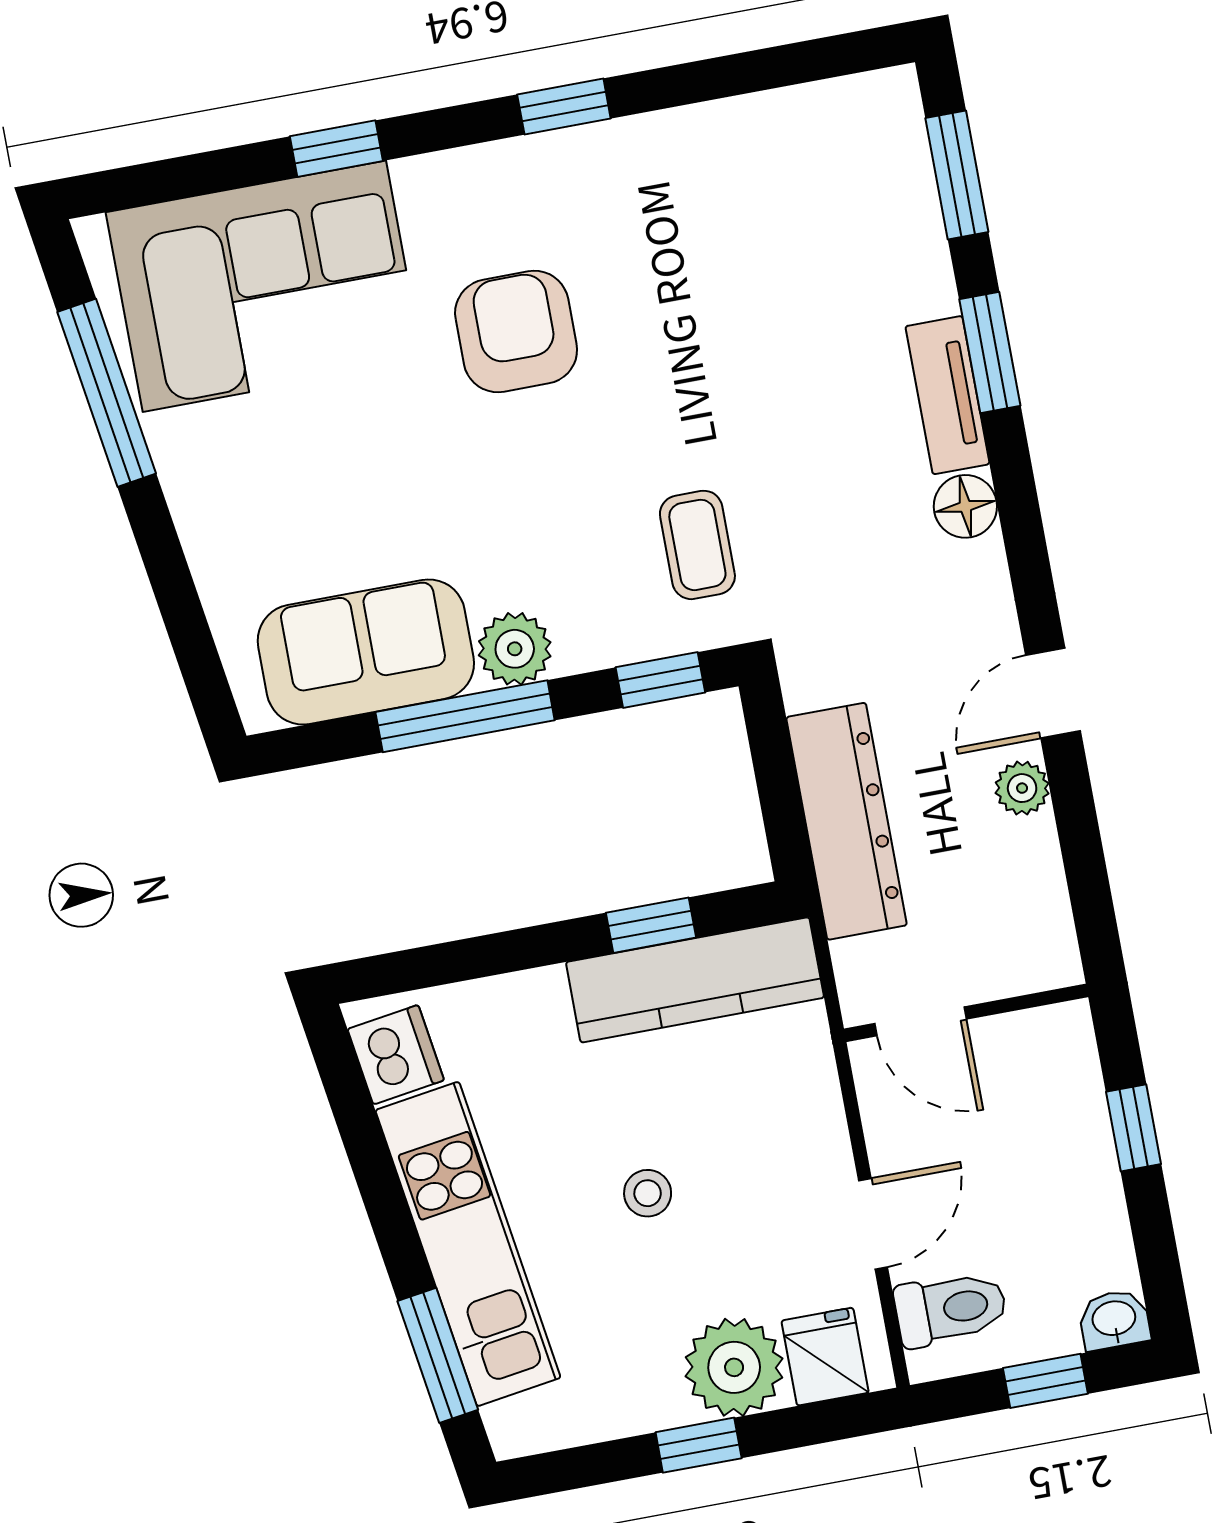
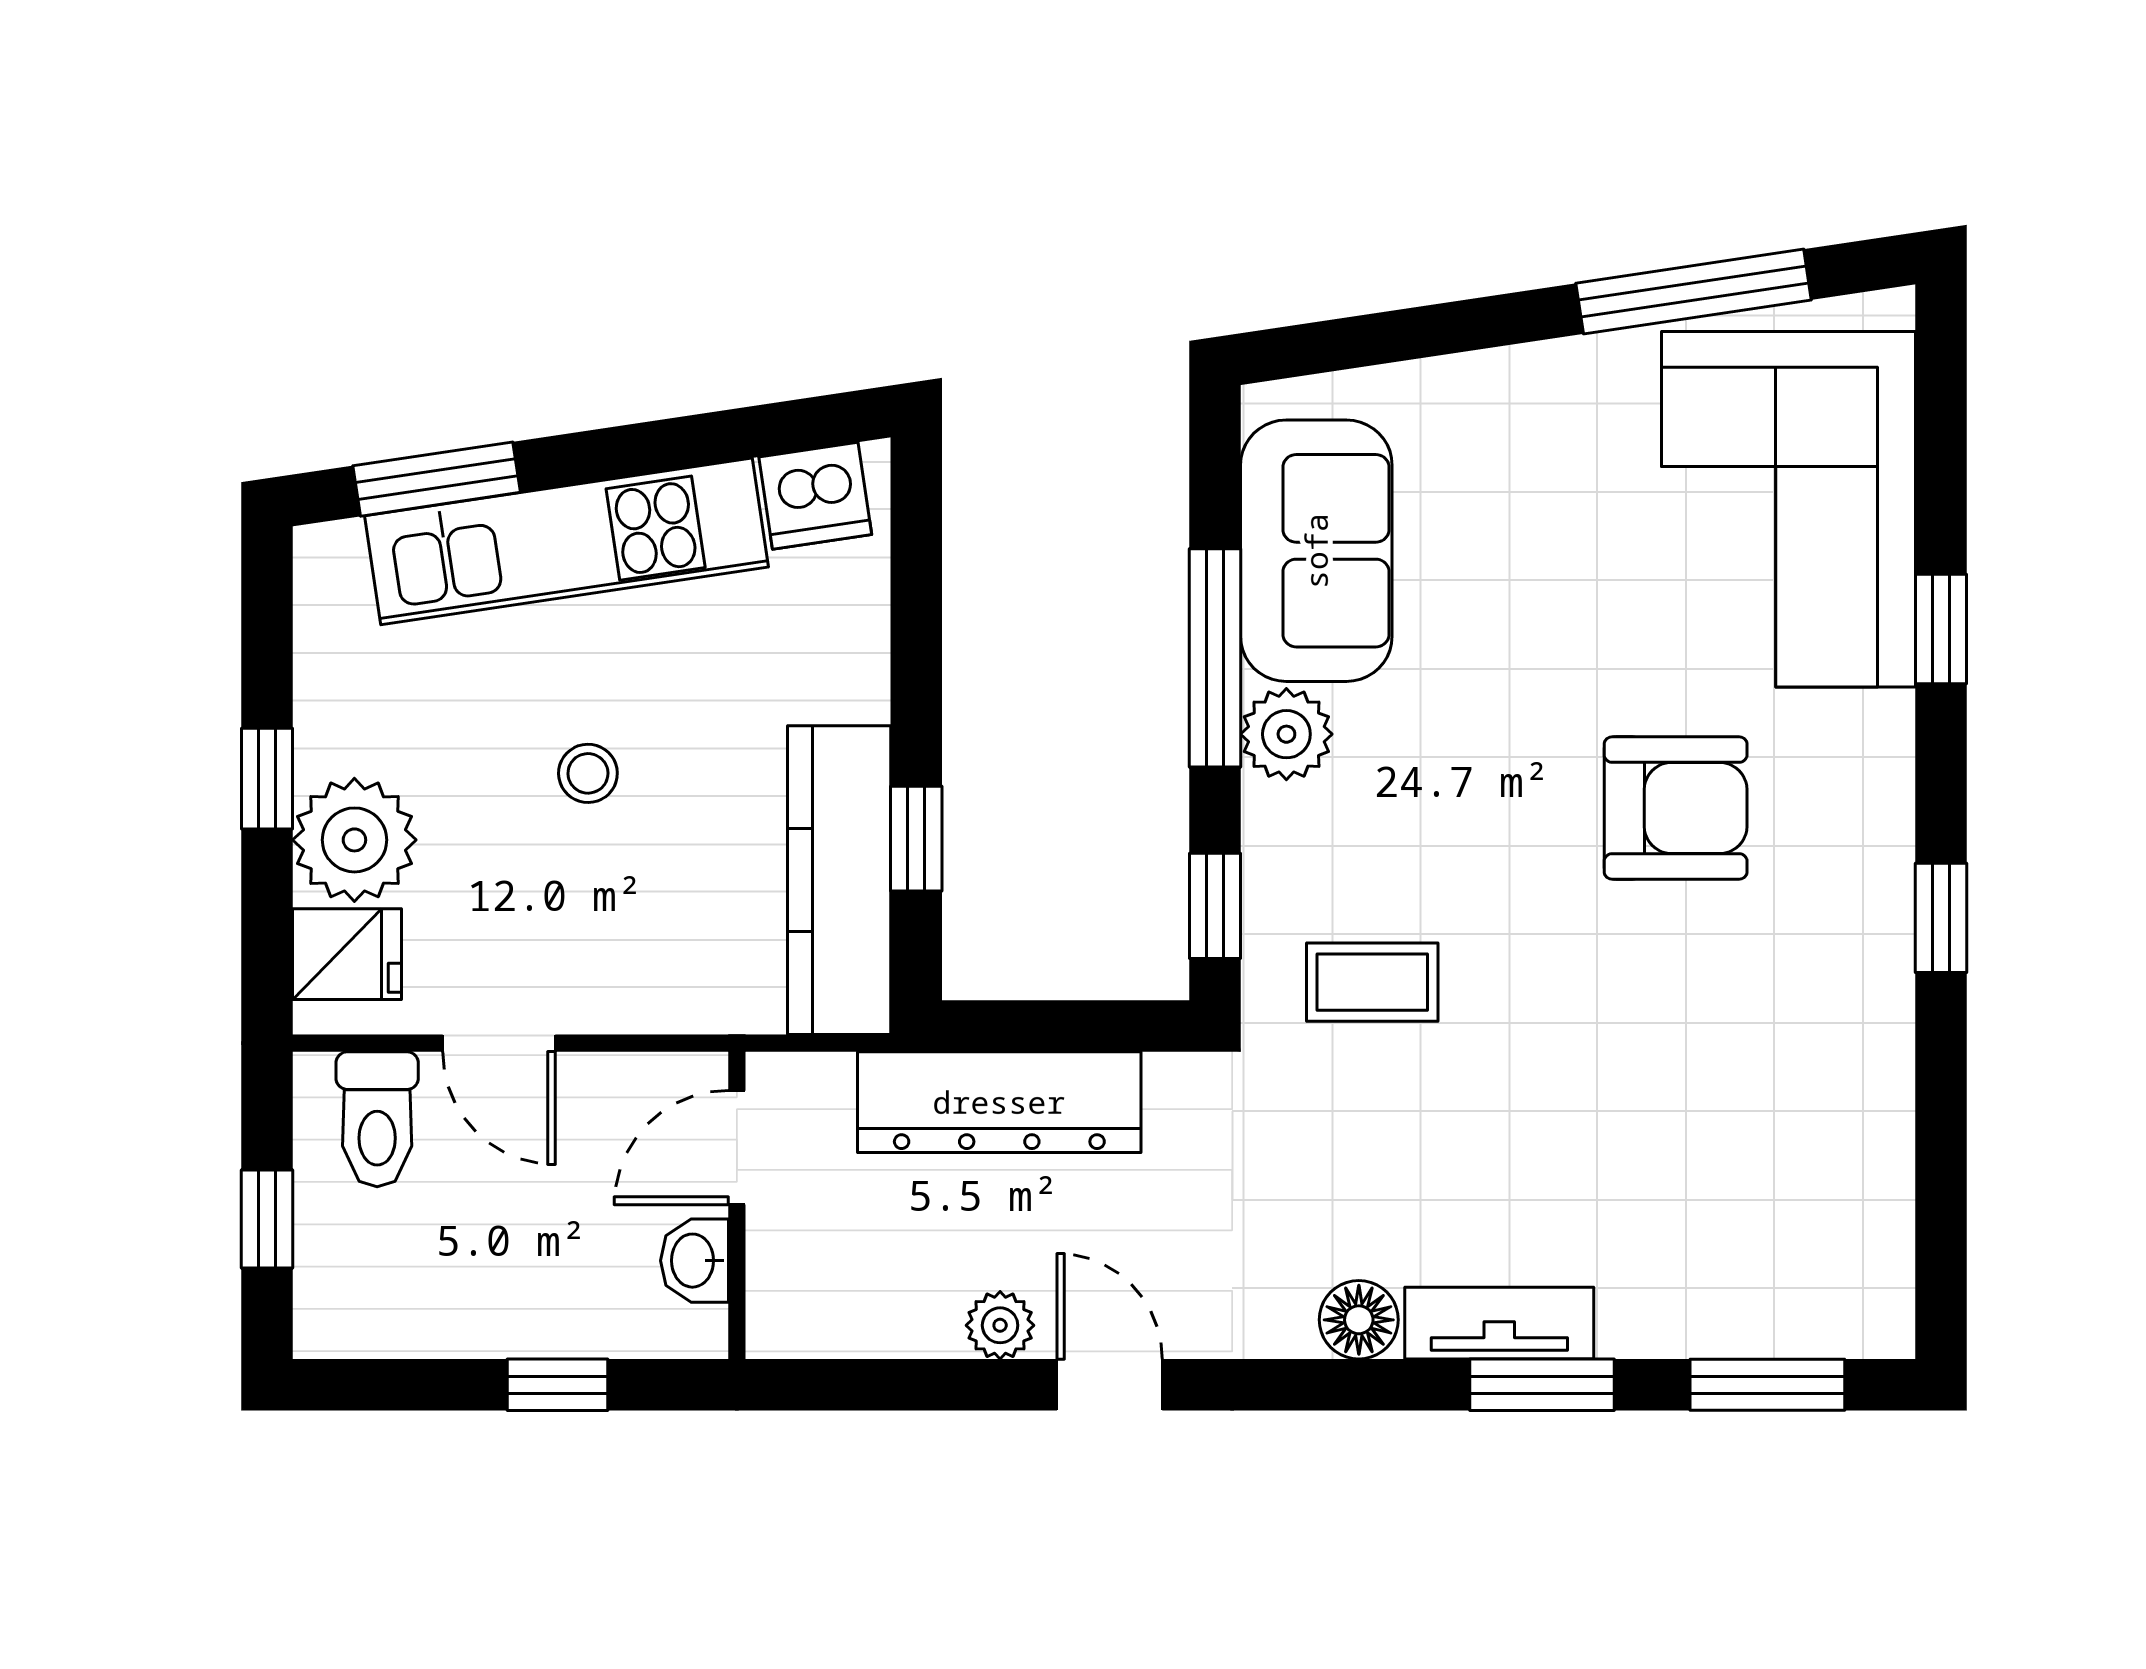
washbasin: (1114, 1320) -> (694, 1261), moved, turned 180

